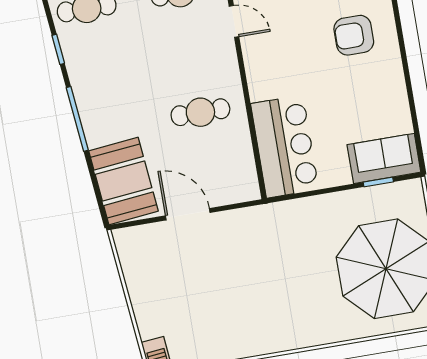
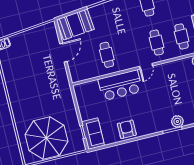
armchair: (354, 35) -> (127, 129), moved
bar counter: (285, 147) -> (120, 85), moved

